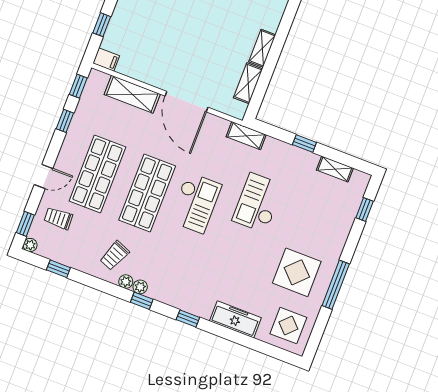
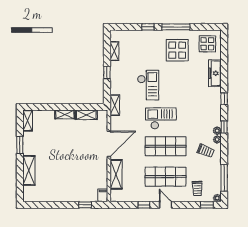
window: (78, 86) -> (123, 205), removed
door: (44, 176) -> (166, 205), moved
checkout: (258, 203) -> (148, 85), turned -90
window: (365, 210) -> (148, 27), moved
window: (58, 269) -> (224, 178), width x2.17

